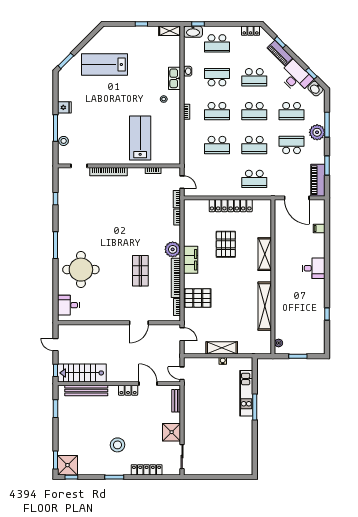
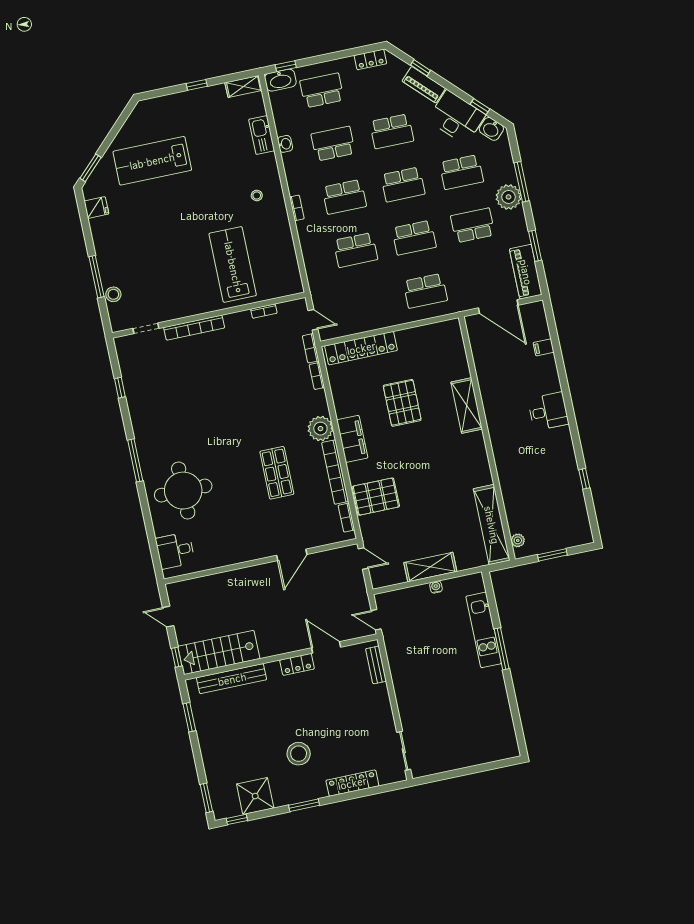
school desk: (217, 43) -> (322, 90), turned 180
kitchen sink: (175, 78) -> (262, 135), moved
fridge: (64, 107) -> (96, 208), moved
locker: (231, 206) -> (361, 348), moved
shelving: (265, 306) -> (492, 525), moved
shower: (172, 432) -> (379, 716), removed
shower: (67, 465) -> (255, 796), moved

